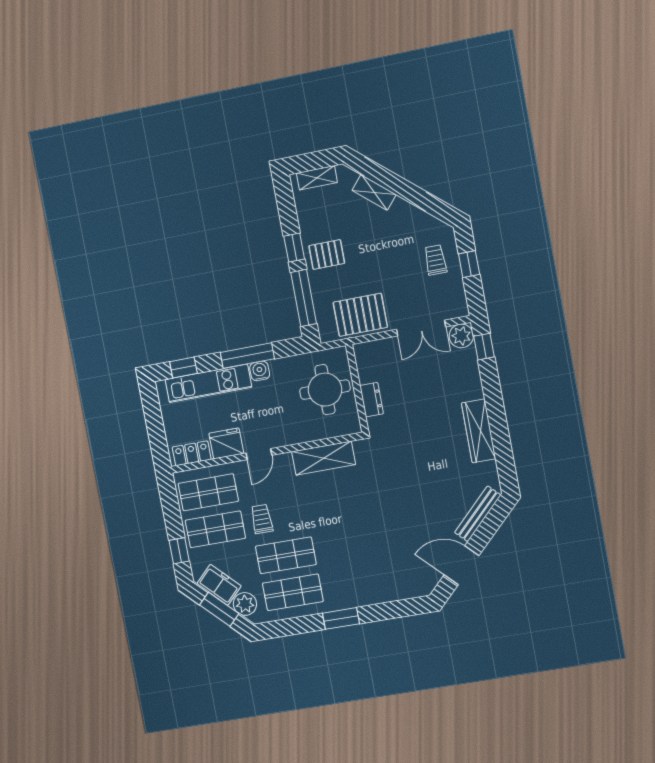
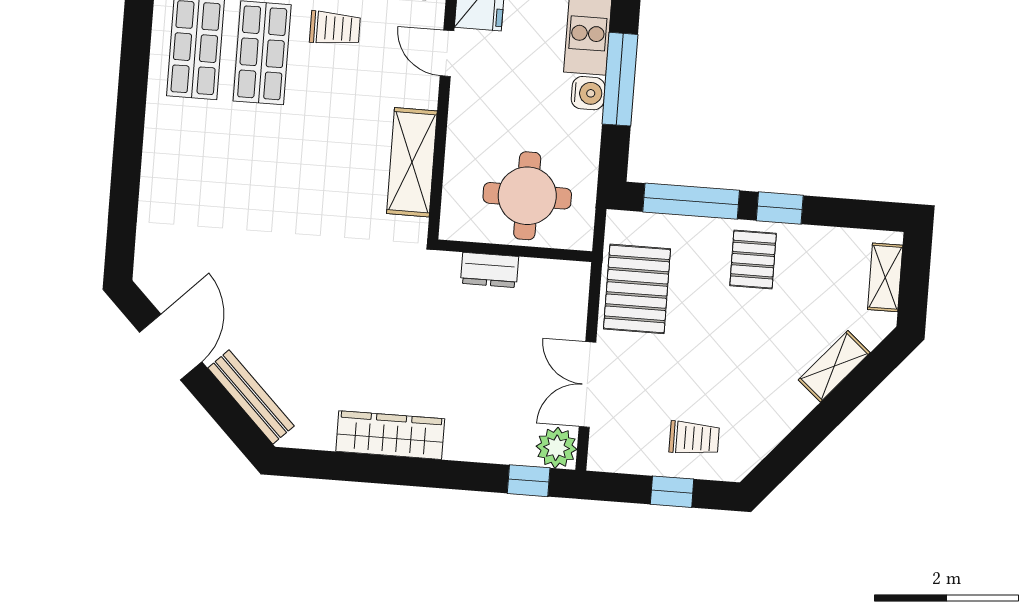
window: (341, 618) -> (130, 119), removed

